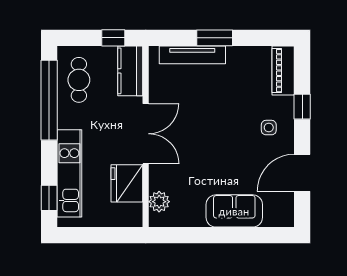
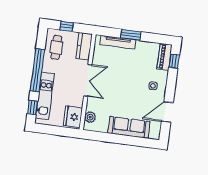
window: (113, 38) -> (67, 26), moved
window: (49, 100) -> (37, 70), moved
window: (302, 107) -> (174, 61), moved
fridge: (127, 183) -> (73, 117), moved
sofa: (234, 211) -> (129, 127), width x1.36

